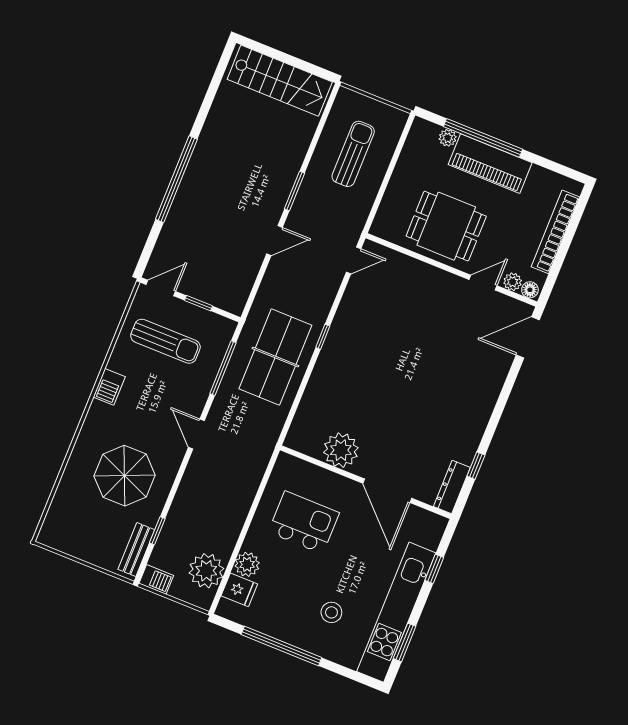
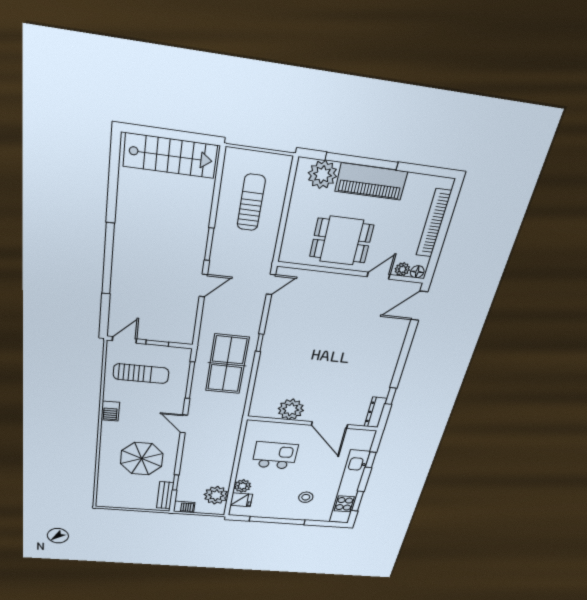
plant: (448, 138) -> (322, 175), width x1.87, depth x1.87

